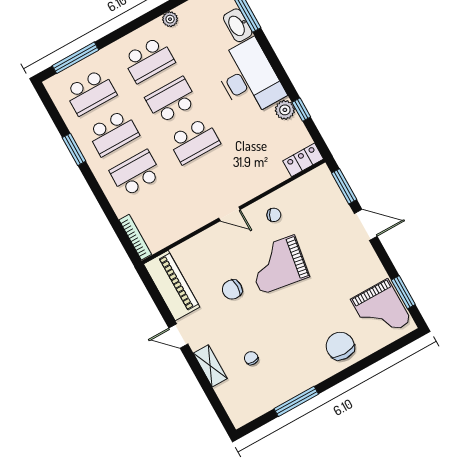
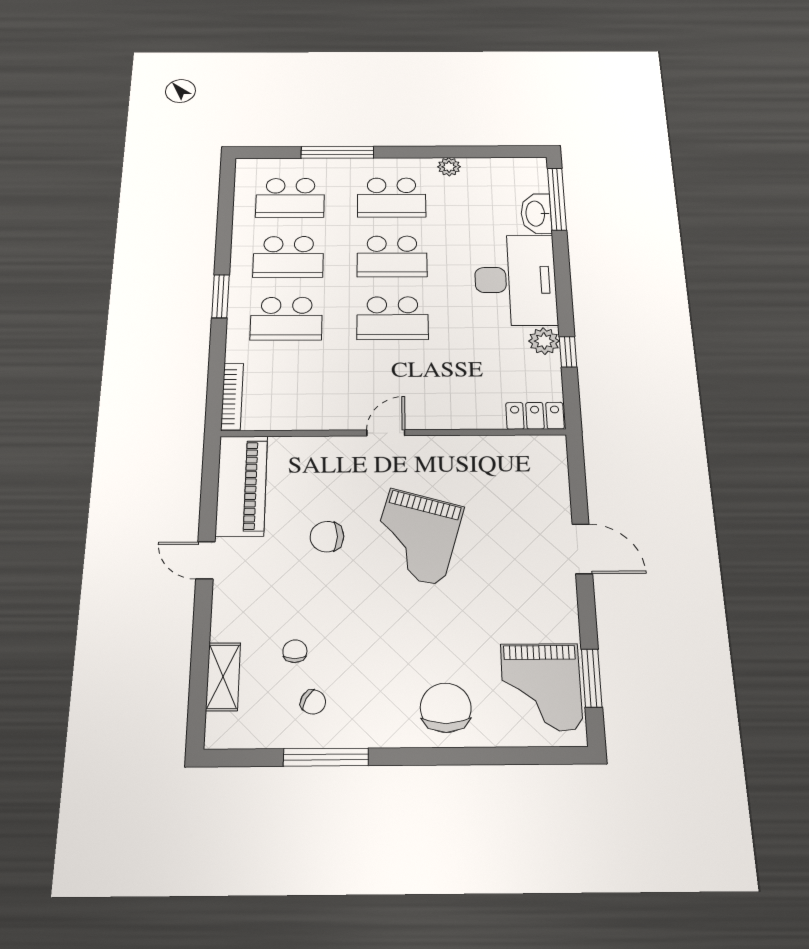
window: (76, 58) -> (337, 152), moved
school desk: (171, 100) -> (392, 256), turned 180
window: (74, 149) -> (220, 296), moved
school desk: (136, 173) -> (286, 319), turned 180
window: (344, 186) -> (577, 480), removed
door: (229, 214) -> (386, 433), swing flipped
chair: (274, 215) -> (313, 702), moved
grand piano: (278, 265) -> (416, 537), turned -83
shelving: (210, 366) -> (223, 677), moved

